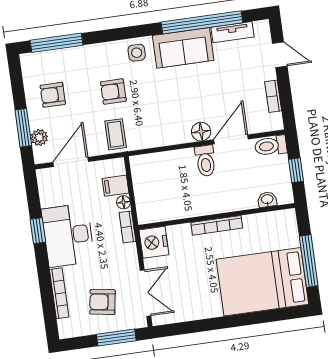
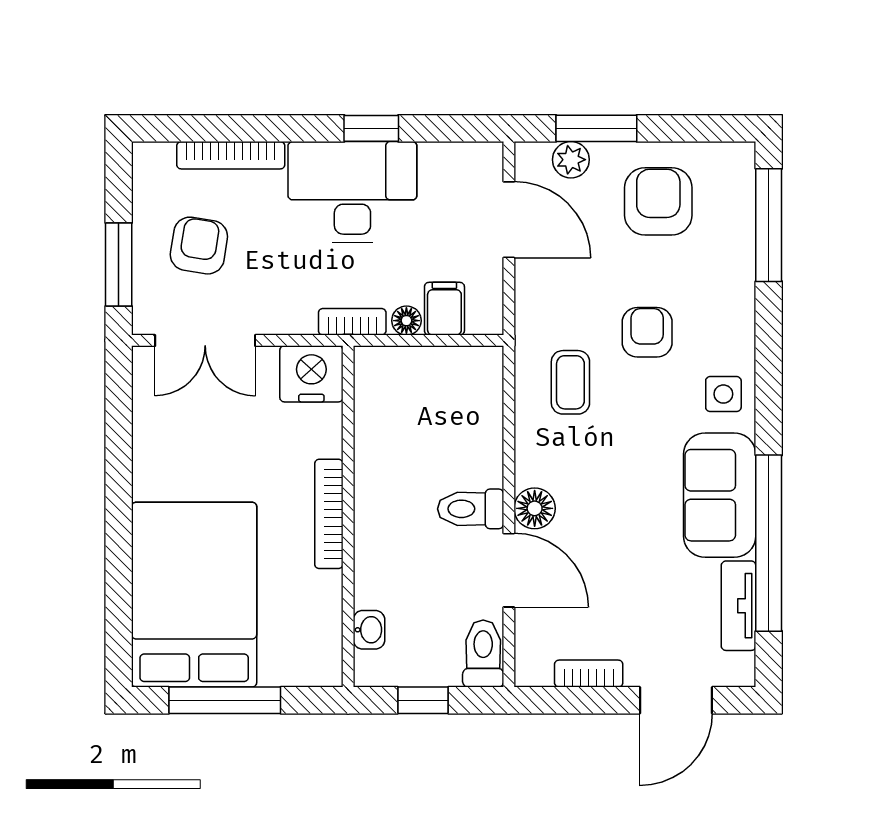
door: (280, 55) -> (676, 700), width x1.38
armchair: (53, 95) -> (658, 201), width x1.38, depth x1.38
coffee table: (116, 134) -> (570, 382), moved, turned 90

